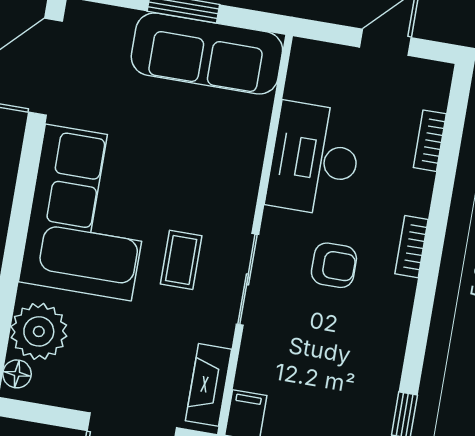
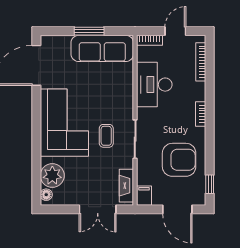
bookcase: (321, 53) -> (150, 40), added
bookcase: (430, 141) -> (201, 62), width x1.56
armchair: (334, 265) -> (179, 160), moved, width x1.88, depth x1.88

